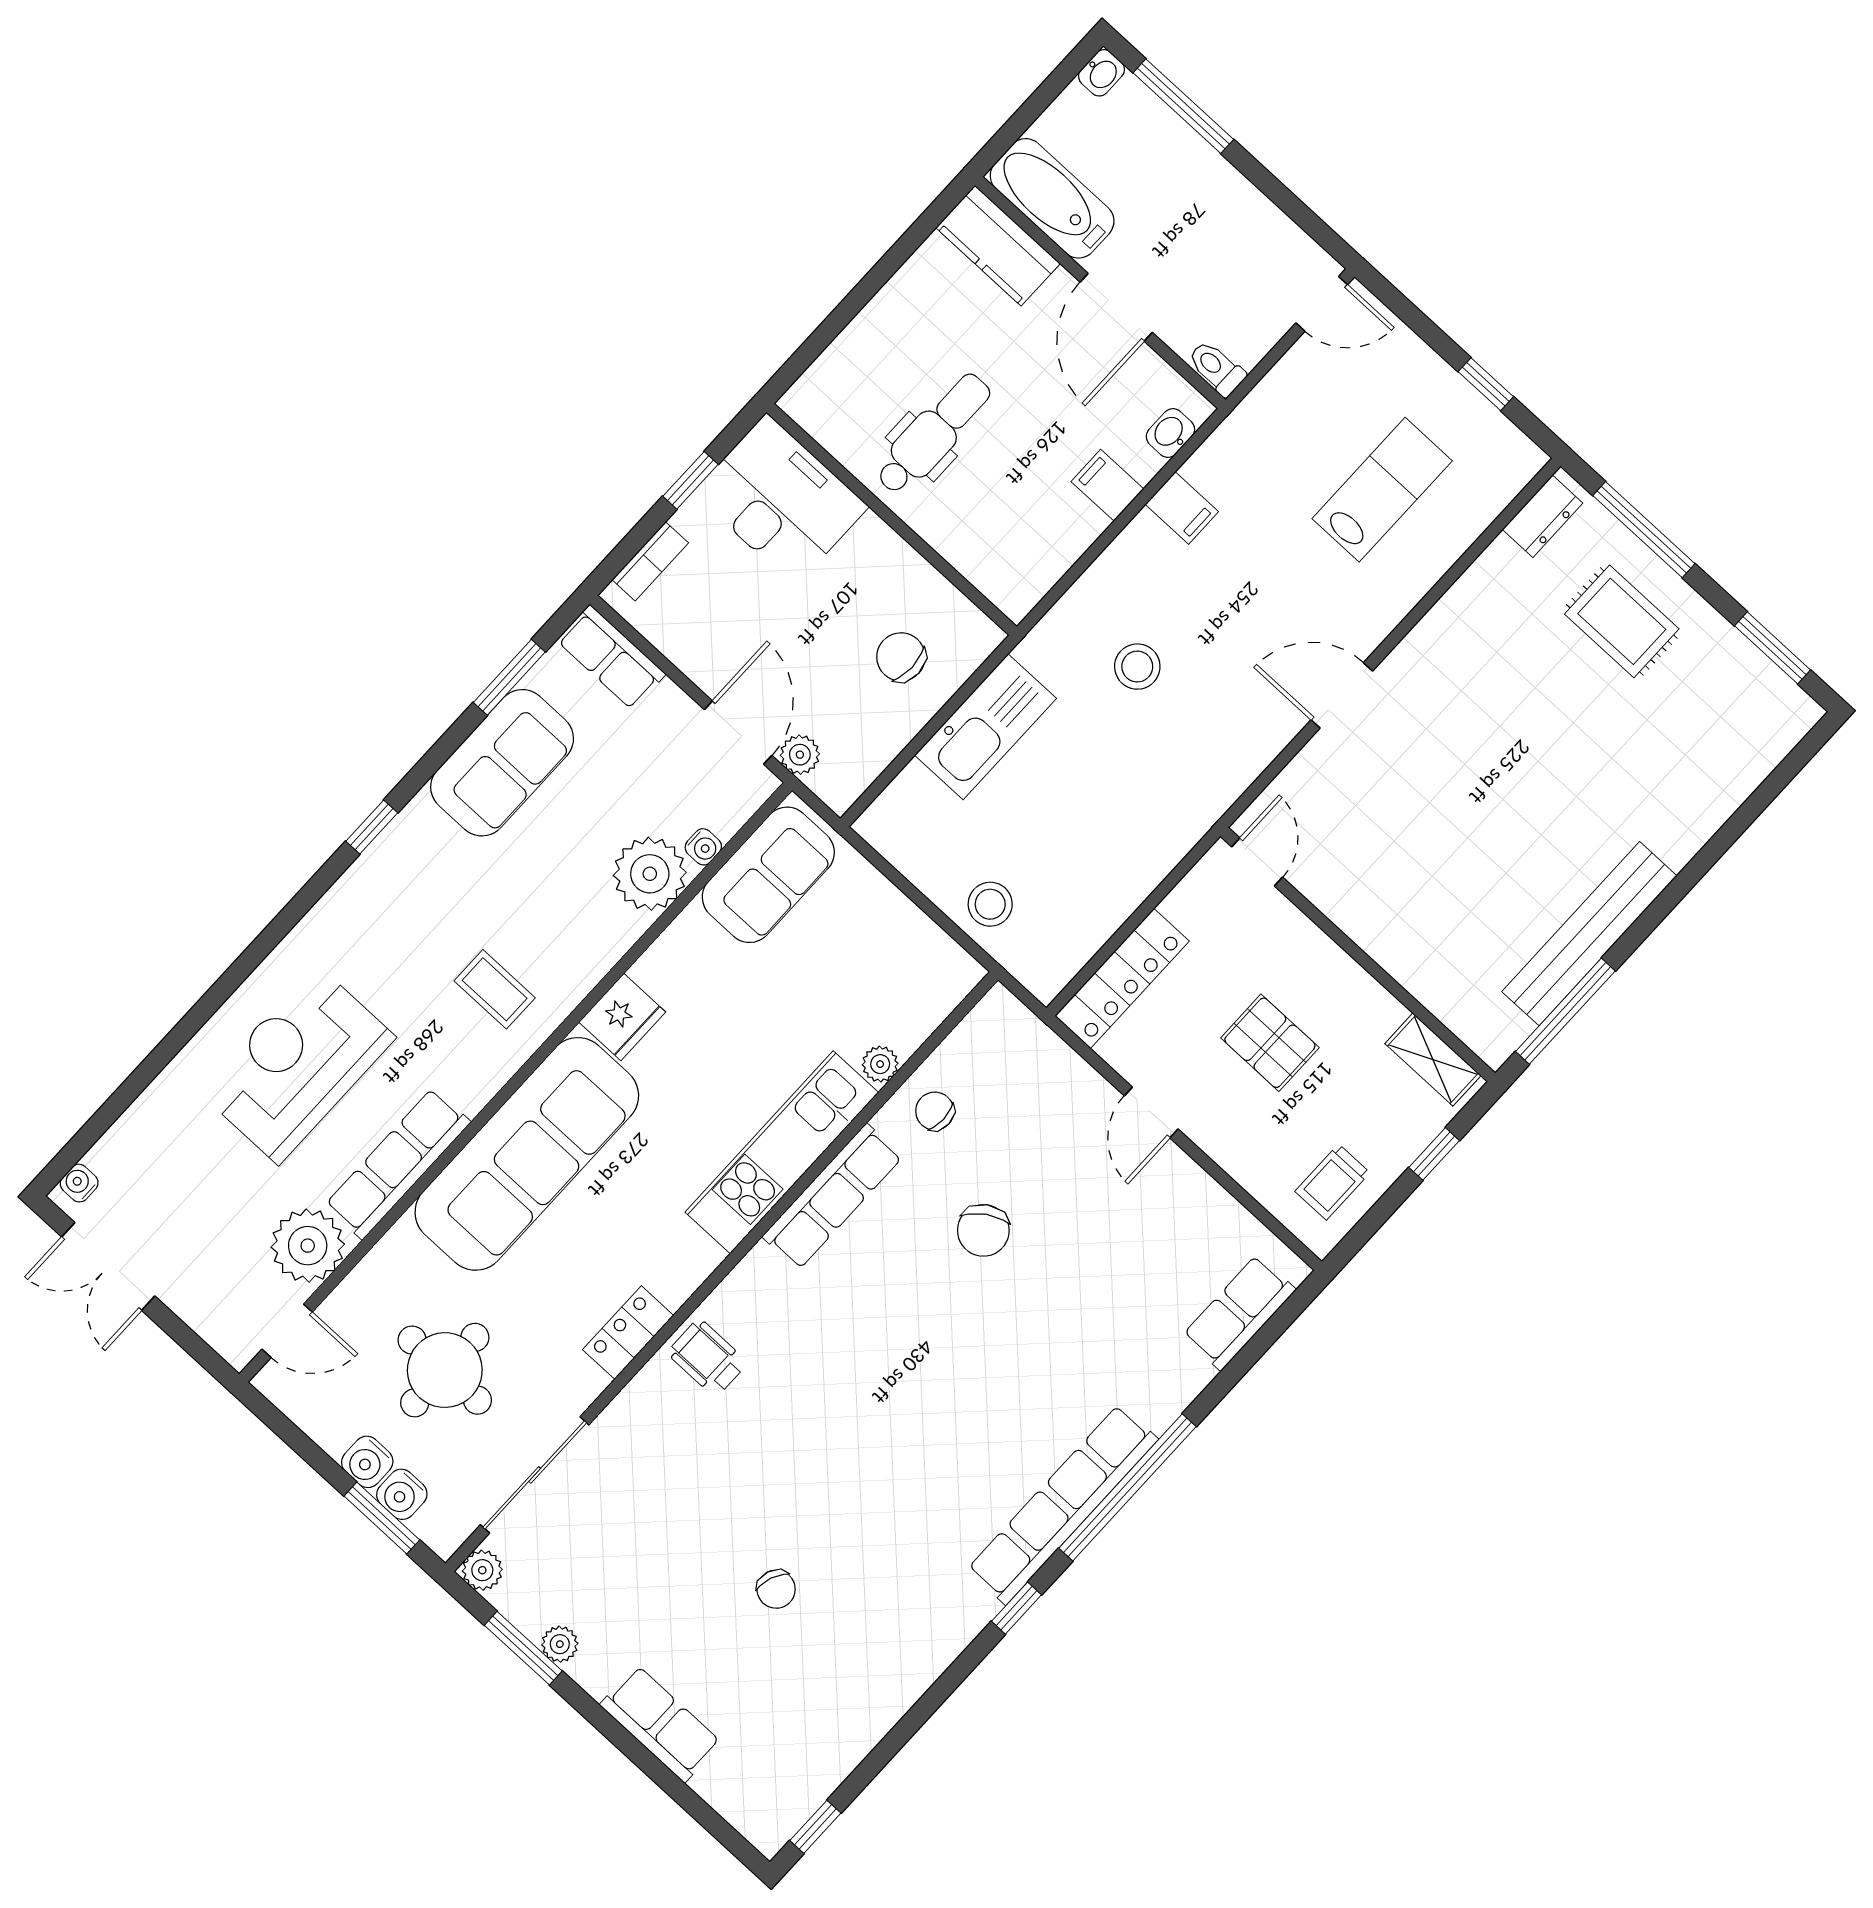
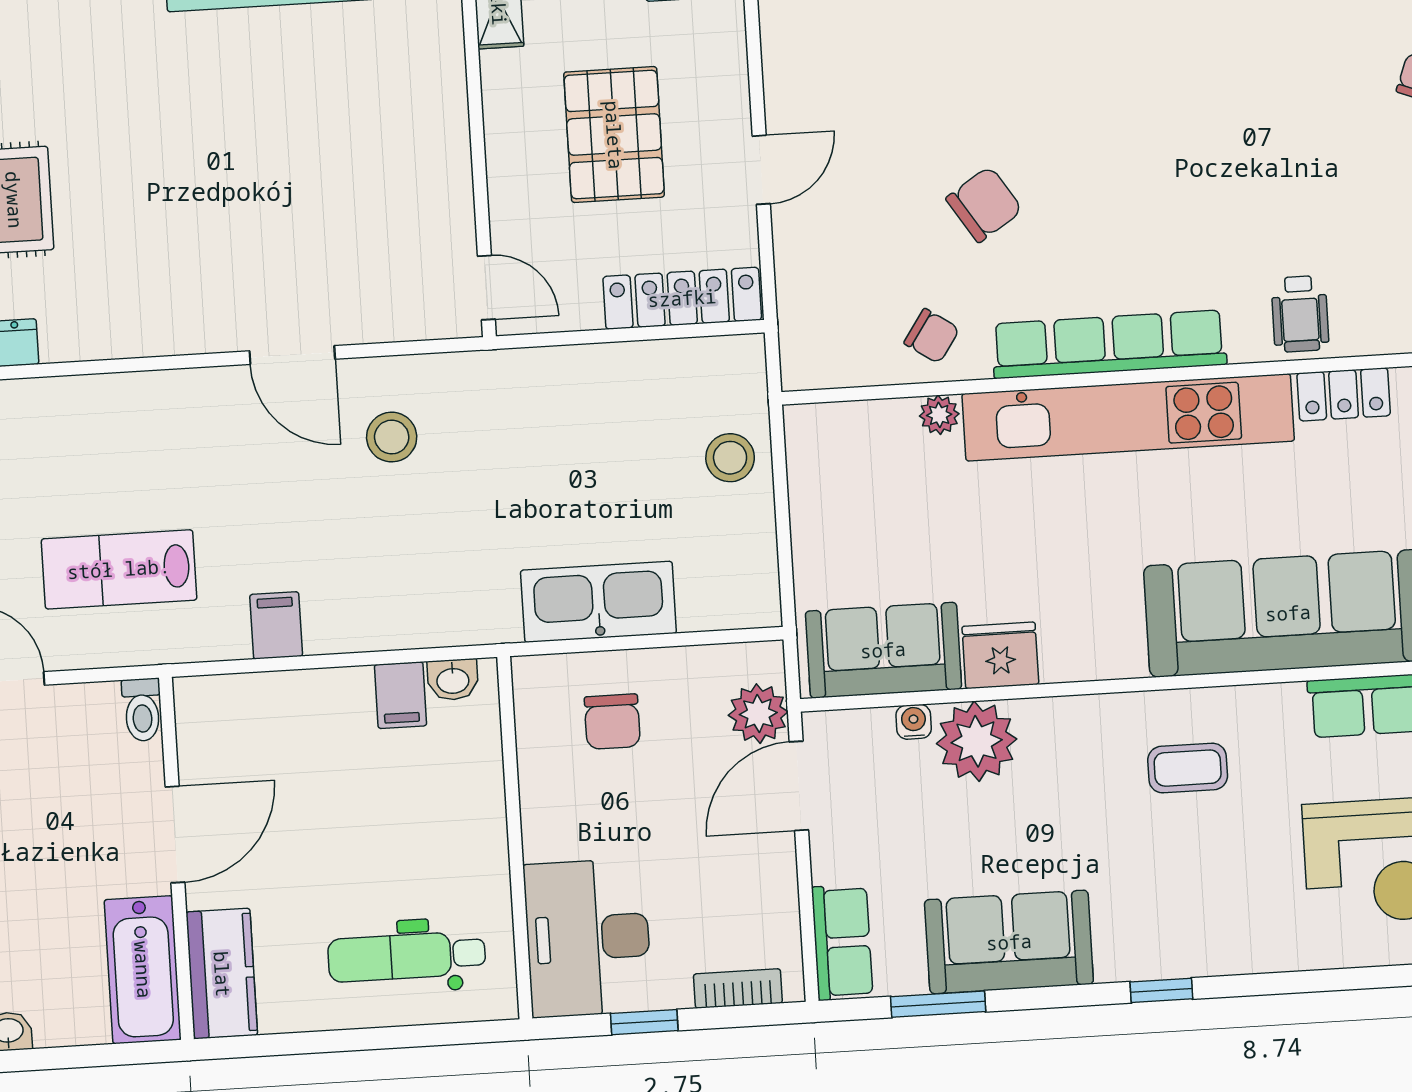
washbasin: (1170, 433) -> (453, 680), moved
dental chair: (933, 434) -> (407, 956), moved
filing cabinet: (1107, 485) -> (401, 695), moved
lab bench: (1382, 490) -> (119, 569), moved
stool: (1137, 667) -> (392, 437), moved
plant: (800, 755) -> (758, 714), width x1.38, depth x1.38
door: (1257, 862) -> (486, 288), swing flipped
coffee table: (495, 989) -> (1188, 768), turned 90
fridge: (622, 1017) -> (1000, 655), moved
pallet: (1270, 1043) -> (614, 135), width x1.50, depth x1.42
chair: (935, 1111) -> (932, 336), turned -56
kitchen unit: (782, 1152) -> (1128, 417), width x1.36
row of seats: (833, 1197) -> (1109, 344), width x1.36

